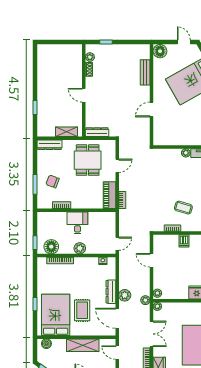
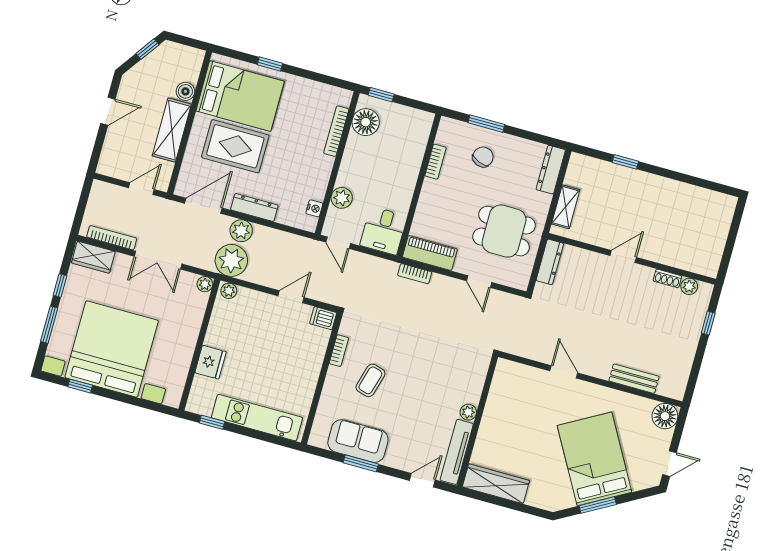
desk: (77, 223) -> (383, 231), moved, turned 90
dishwasher: (184, 241) -> (323, 318), moved
plant: (80, 248) -> (342, 198), moved
plant: (145, 300) -> (231, 260), width x1.88, depth x1.88
rug: (82, 310) -> (235, 146), width x1.36, depth x1.43
boiler: (46, 344) -> (185, 91), moved

